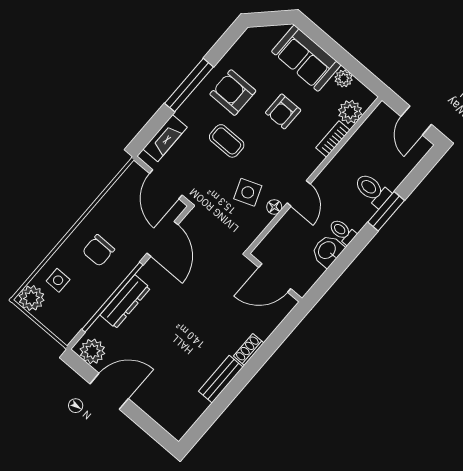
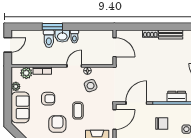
armchair: (233, 93) -> (57, 124), turned 180
washbasin: (327, 251) -> (62, 36), moved
dresser: (125, 302) -> (177, 96), width x0.70

